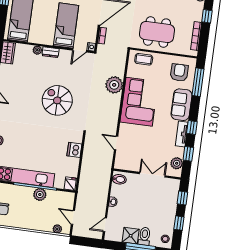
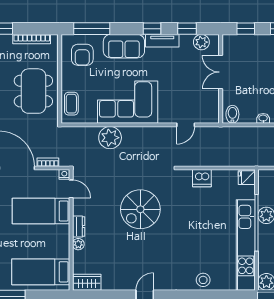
armchair: (179, 72) -> (82, 55), turned -90

